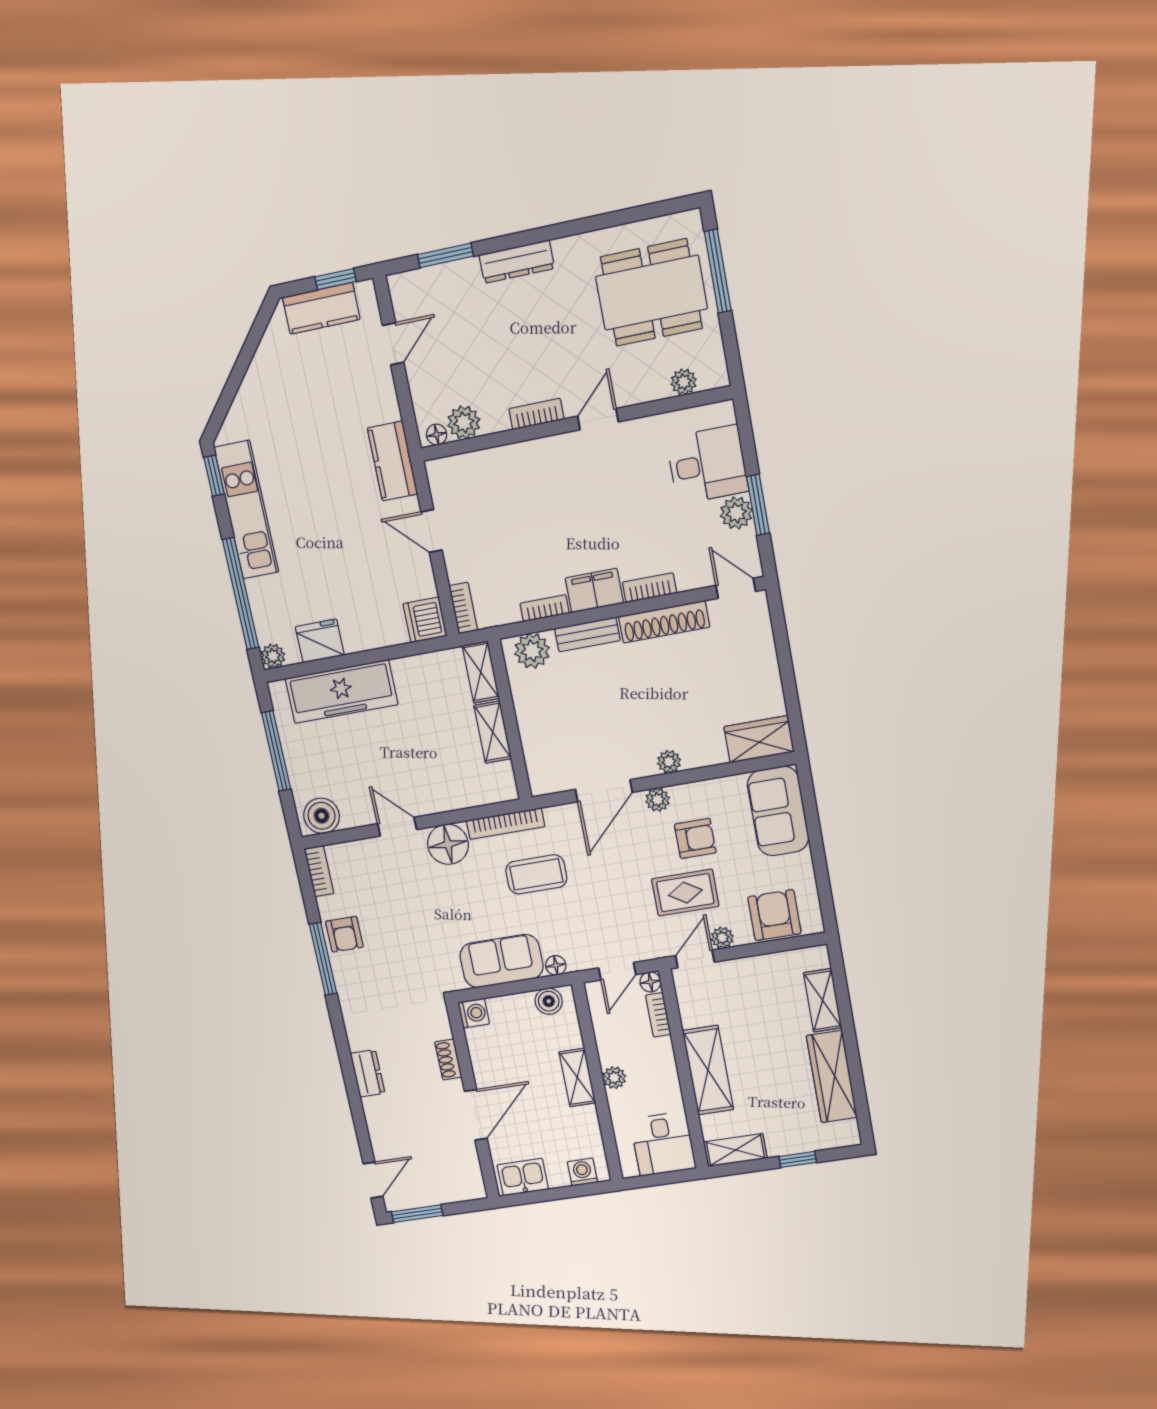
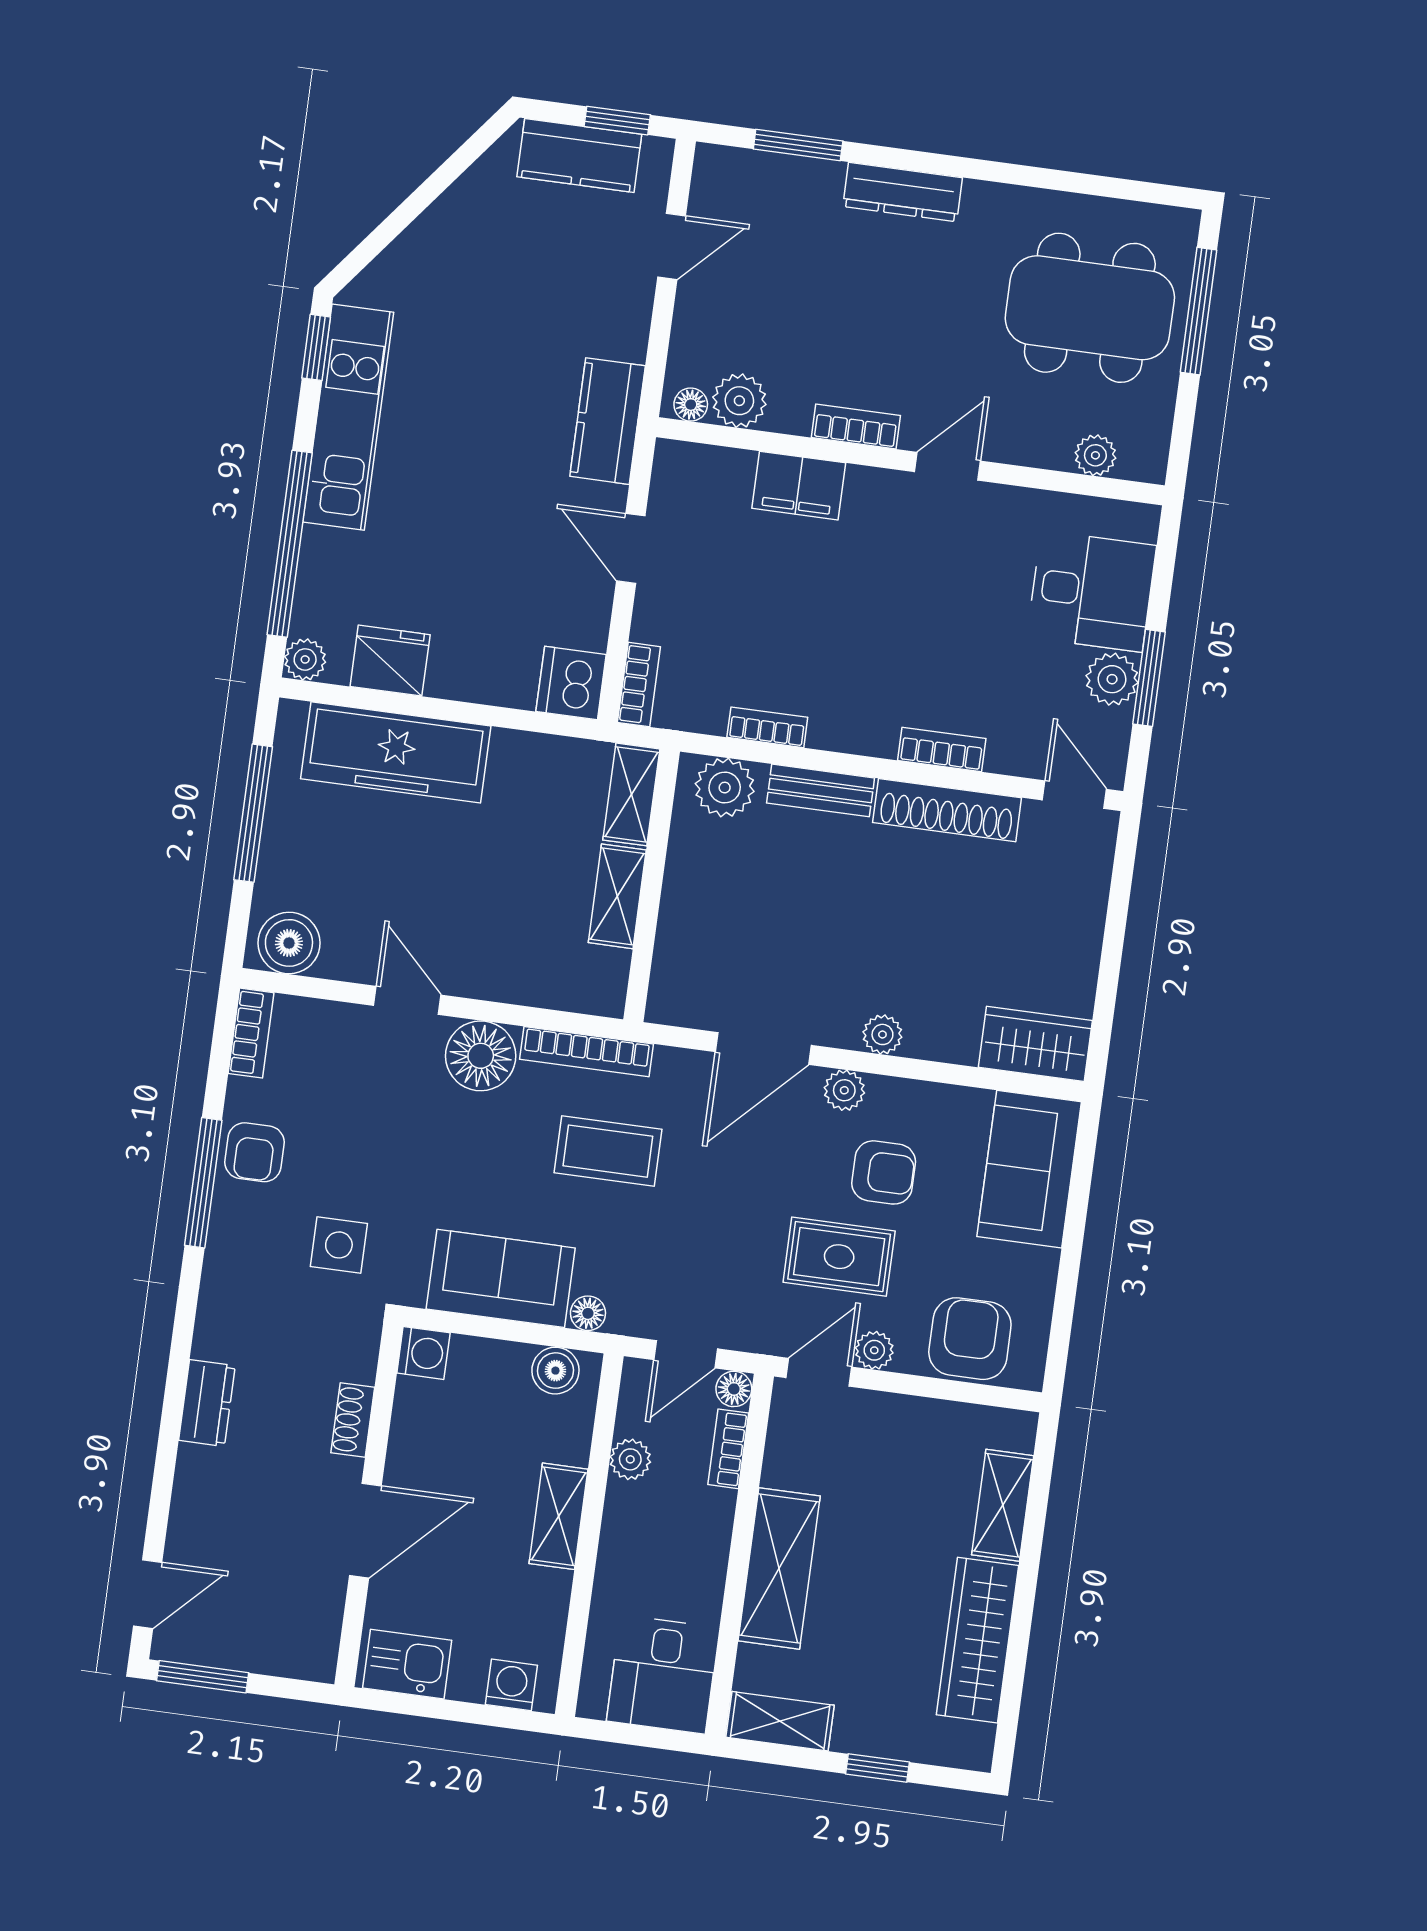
filing cabinet: (594, 590) -> (799, 486), moved, turned 180
side table: (408, 970) -> (339, 1245), added
plant: (614, 1078) -> (630, 1459), moved

